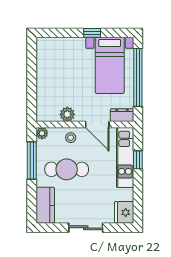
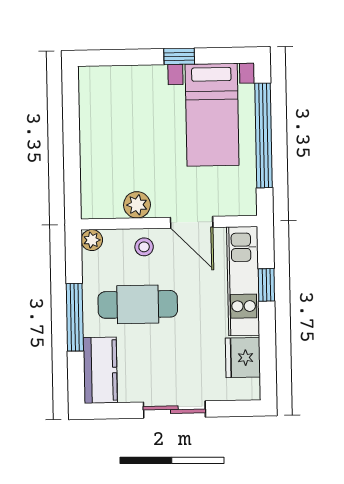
dresser: (122, 115) -> (236, 205), removed
window: (32, 160) -> (75, 317), moved
fridge: (124, 212) -> (243, 358), moved

